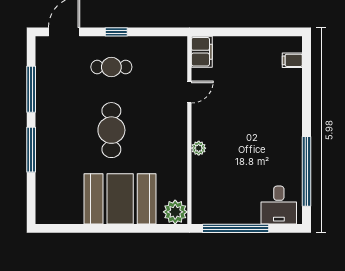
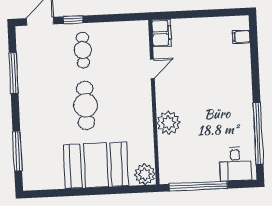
window: (116, 32) -> (73, 20), moved
cafe table: (111, 67) -> (83, 50), turned 90
plant: (199, 148) -> (168, 123), width x1.88, depth x1.88
window: (31, 150) -> (17, 151), moved

